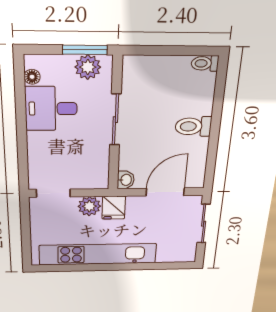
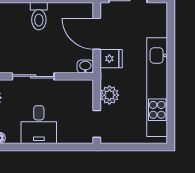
desk: (51, 109) -> (39, 125), moved
fridge: (114, 208) -> (111, 59), moved

